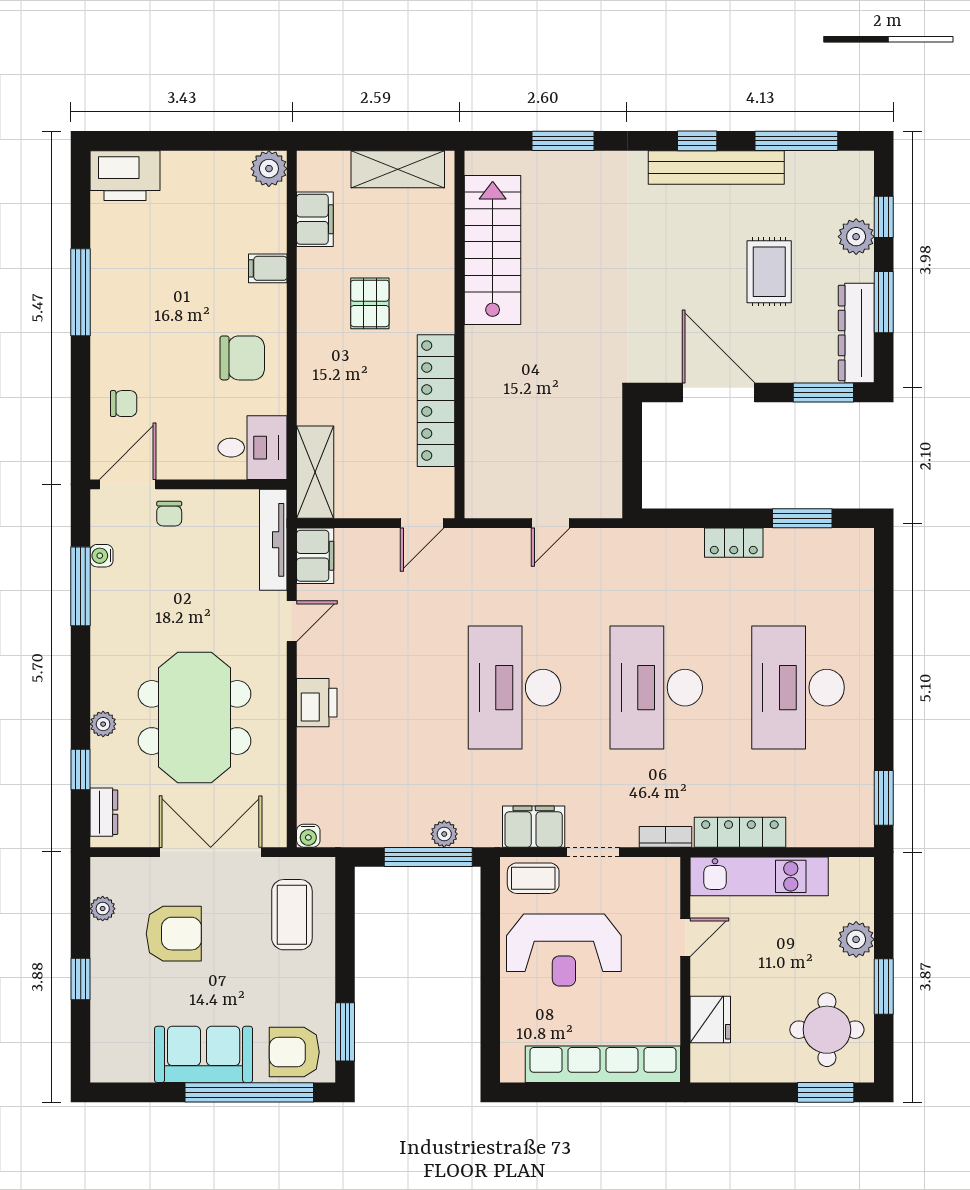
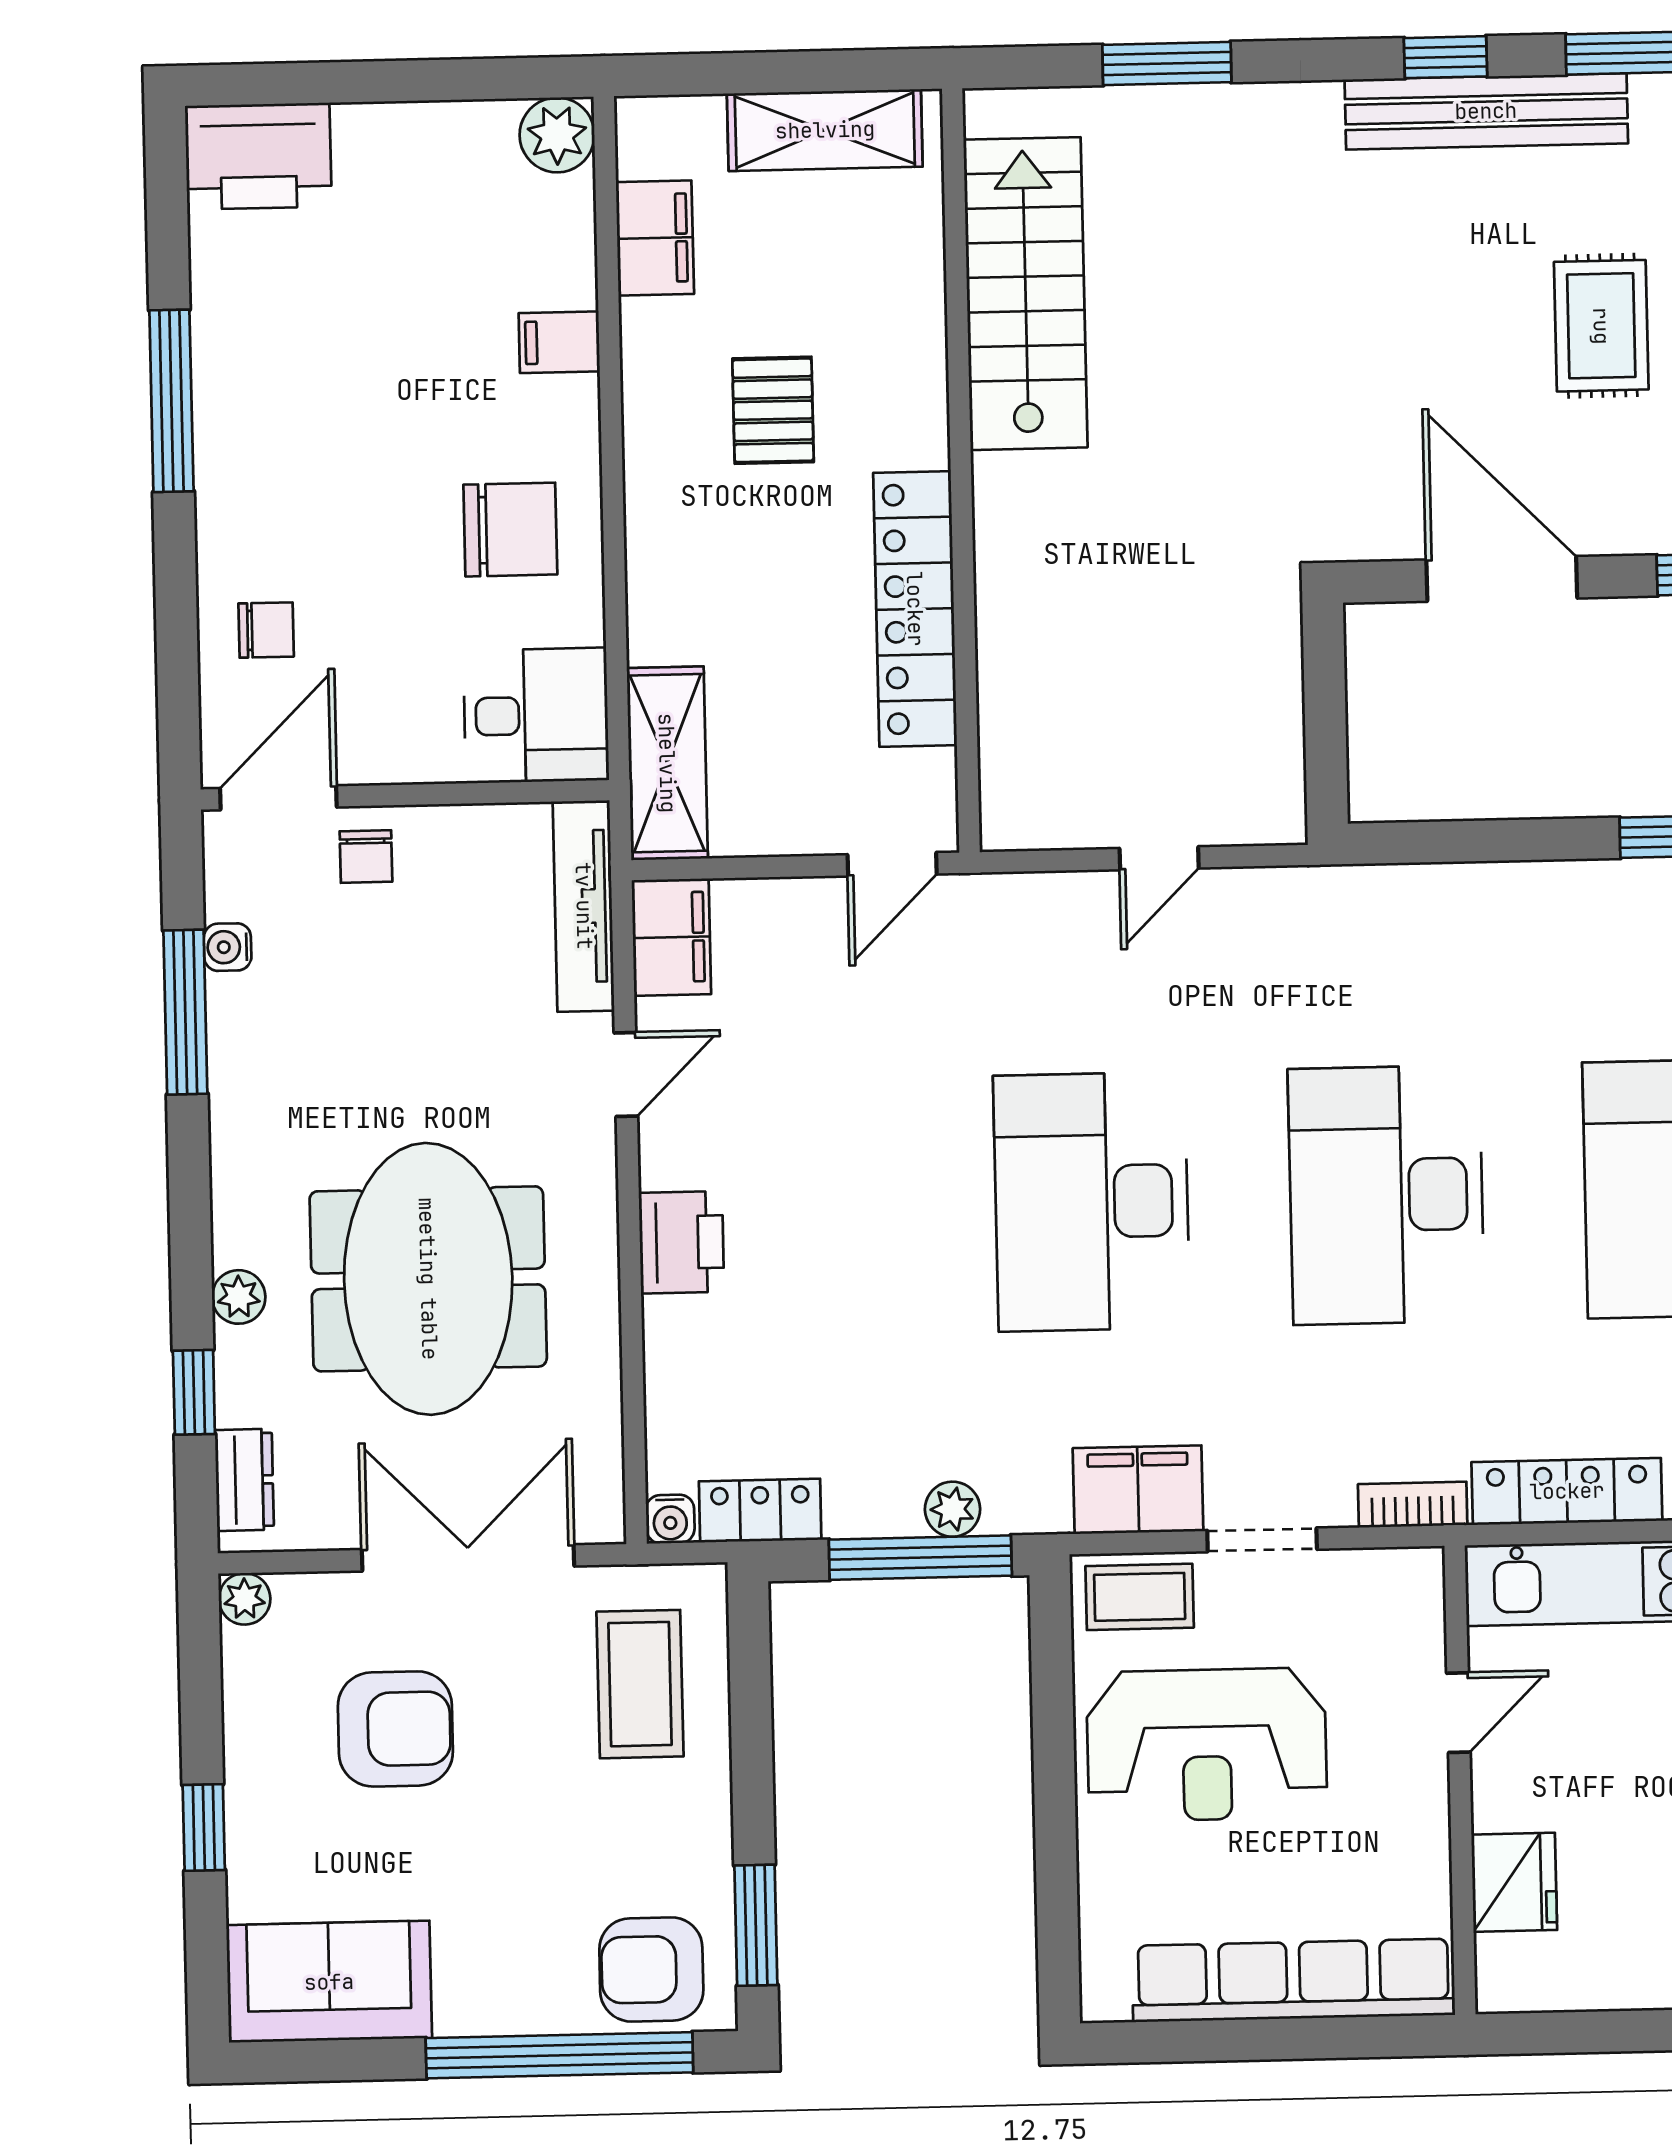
locker: (734, 543) -> (760, 1511), moved, turned 180
plant: (103, 909) -> (245, 1599), moved
sofa: (204, 1054) -> (329, 1982), moved

